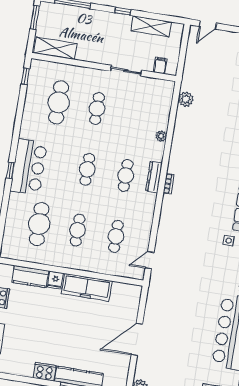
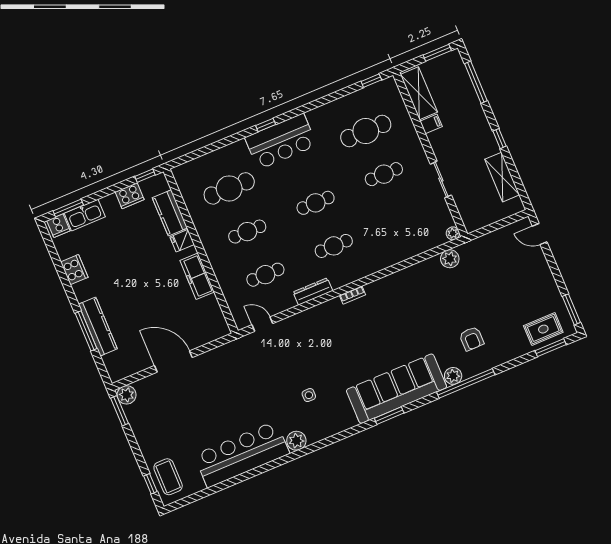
filing cabinet: (160, 66) -> (431, 124), moved
plant: (161, 136) -> (453, 233), moved
dresser: (154, 177) -> (313, 291), moved
side table: (229, 241) -> (309, 395), moved
freezer: (87, 287) -> (197, 276), width x0.73, depth x0.79
cooker: (45, 372) -> (74, 270), moved

